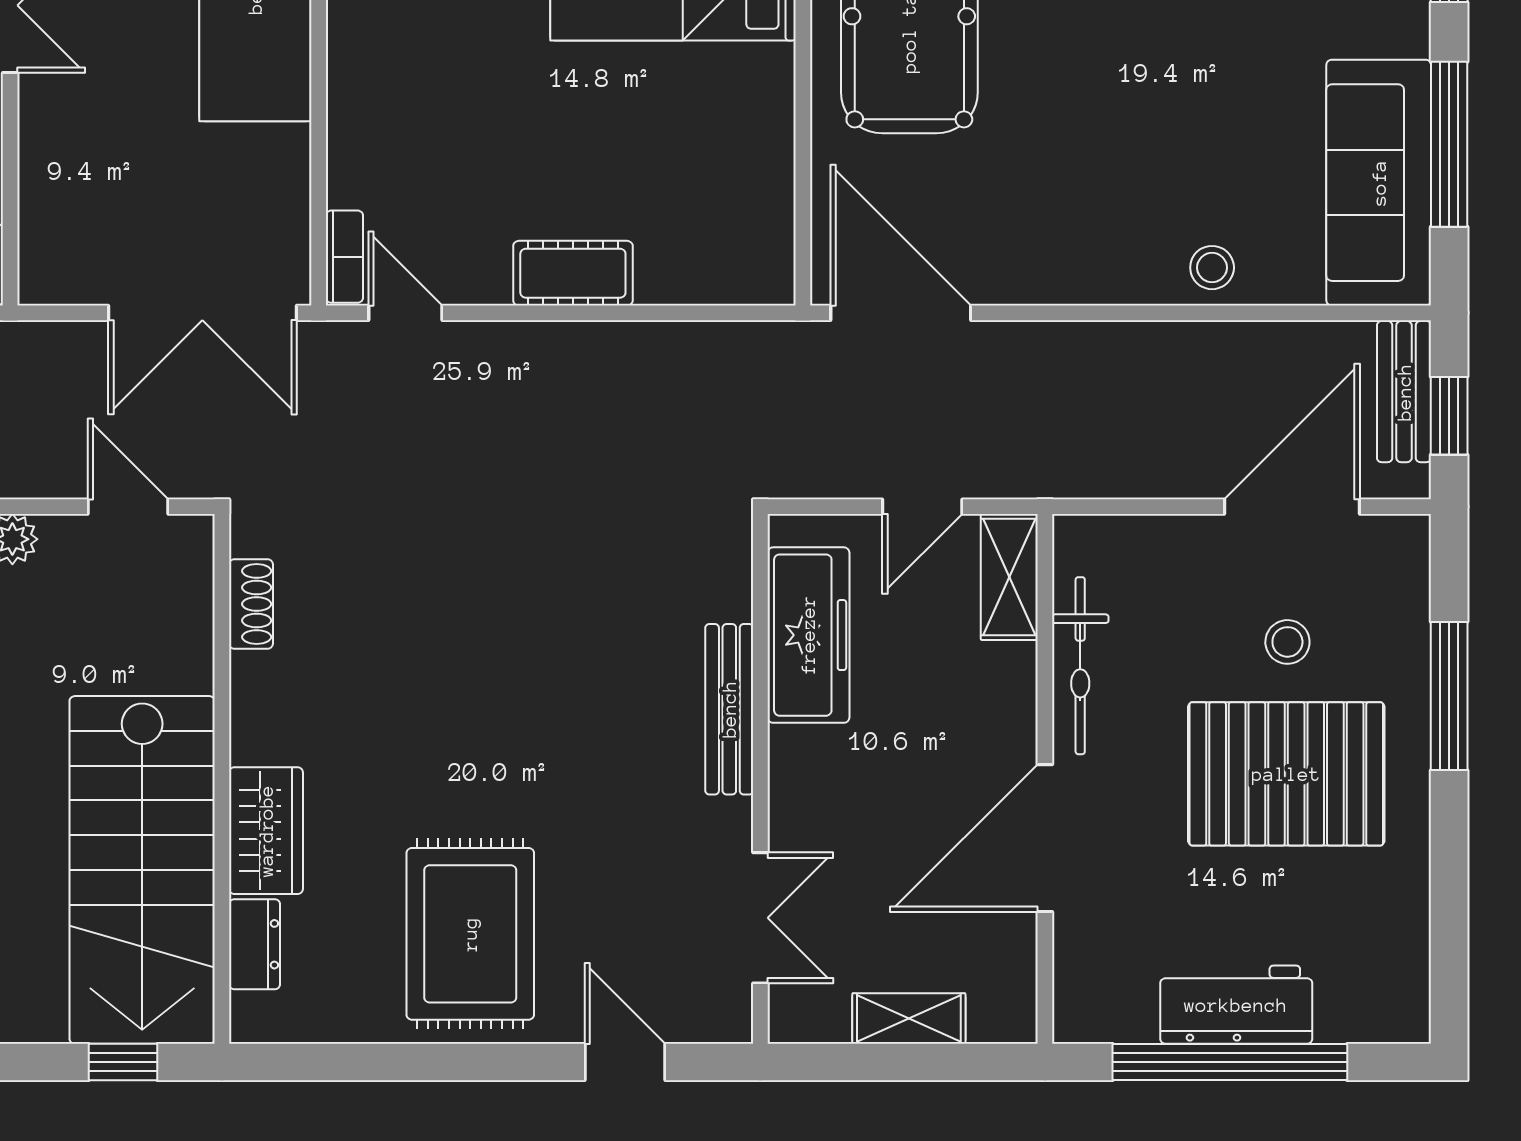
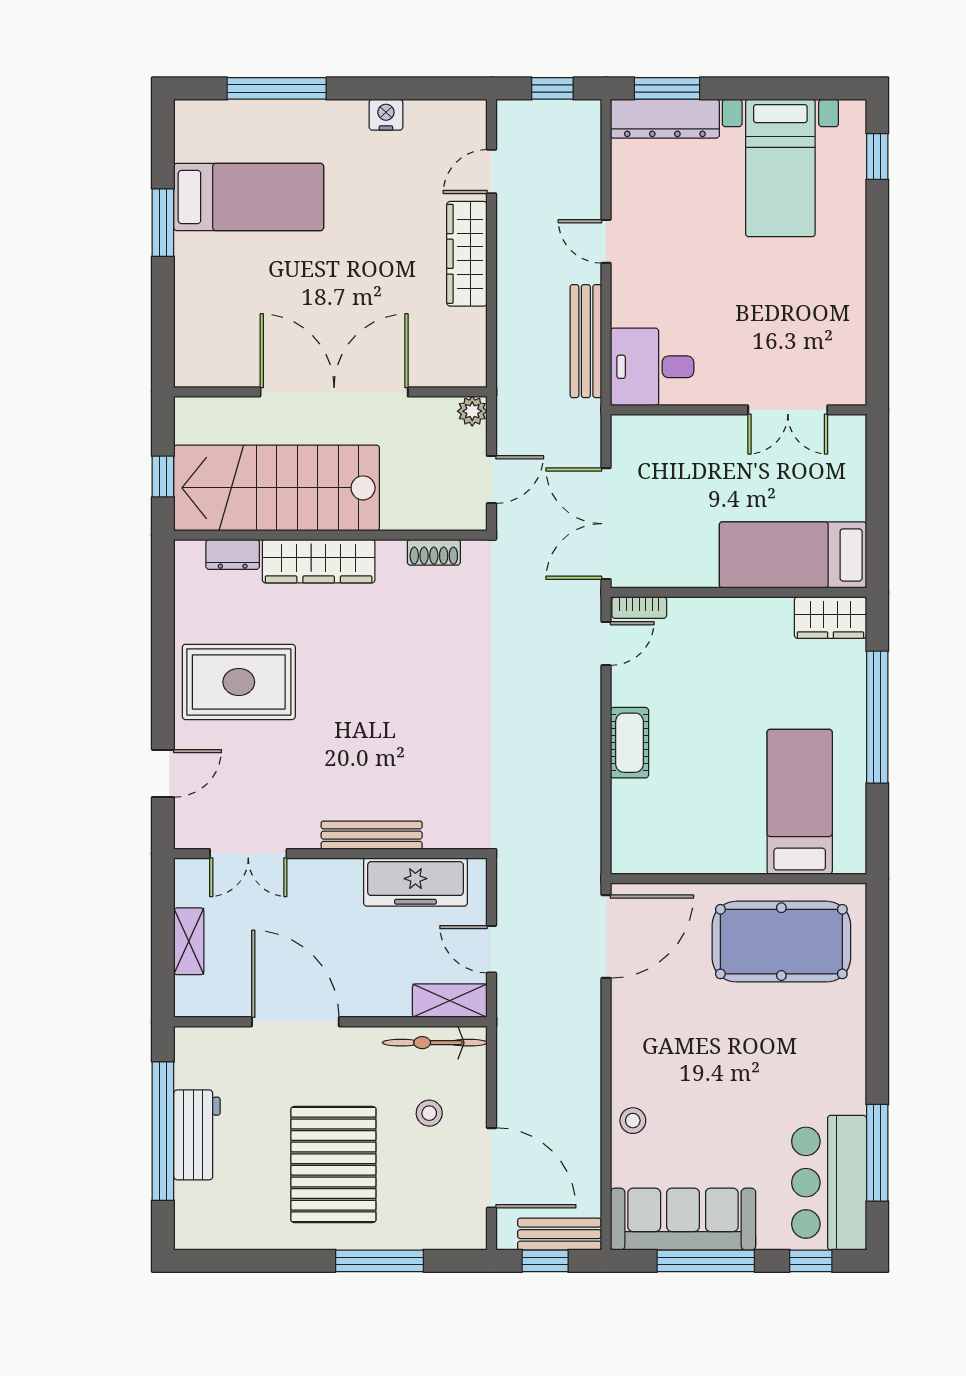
stool: (1287, 642) -> (429, 1113), moved
bicycle: (1080, 666) -> (435, 1043), moved
wardrobe: (266, 831) -> (319, 561), width x1.50

